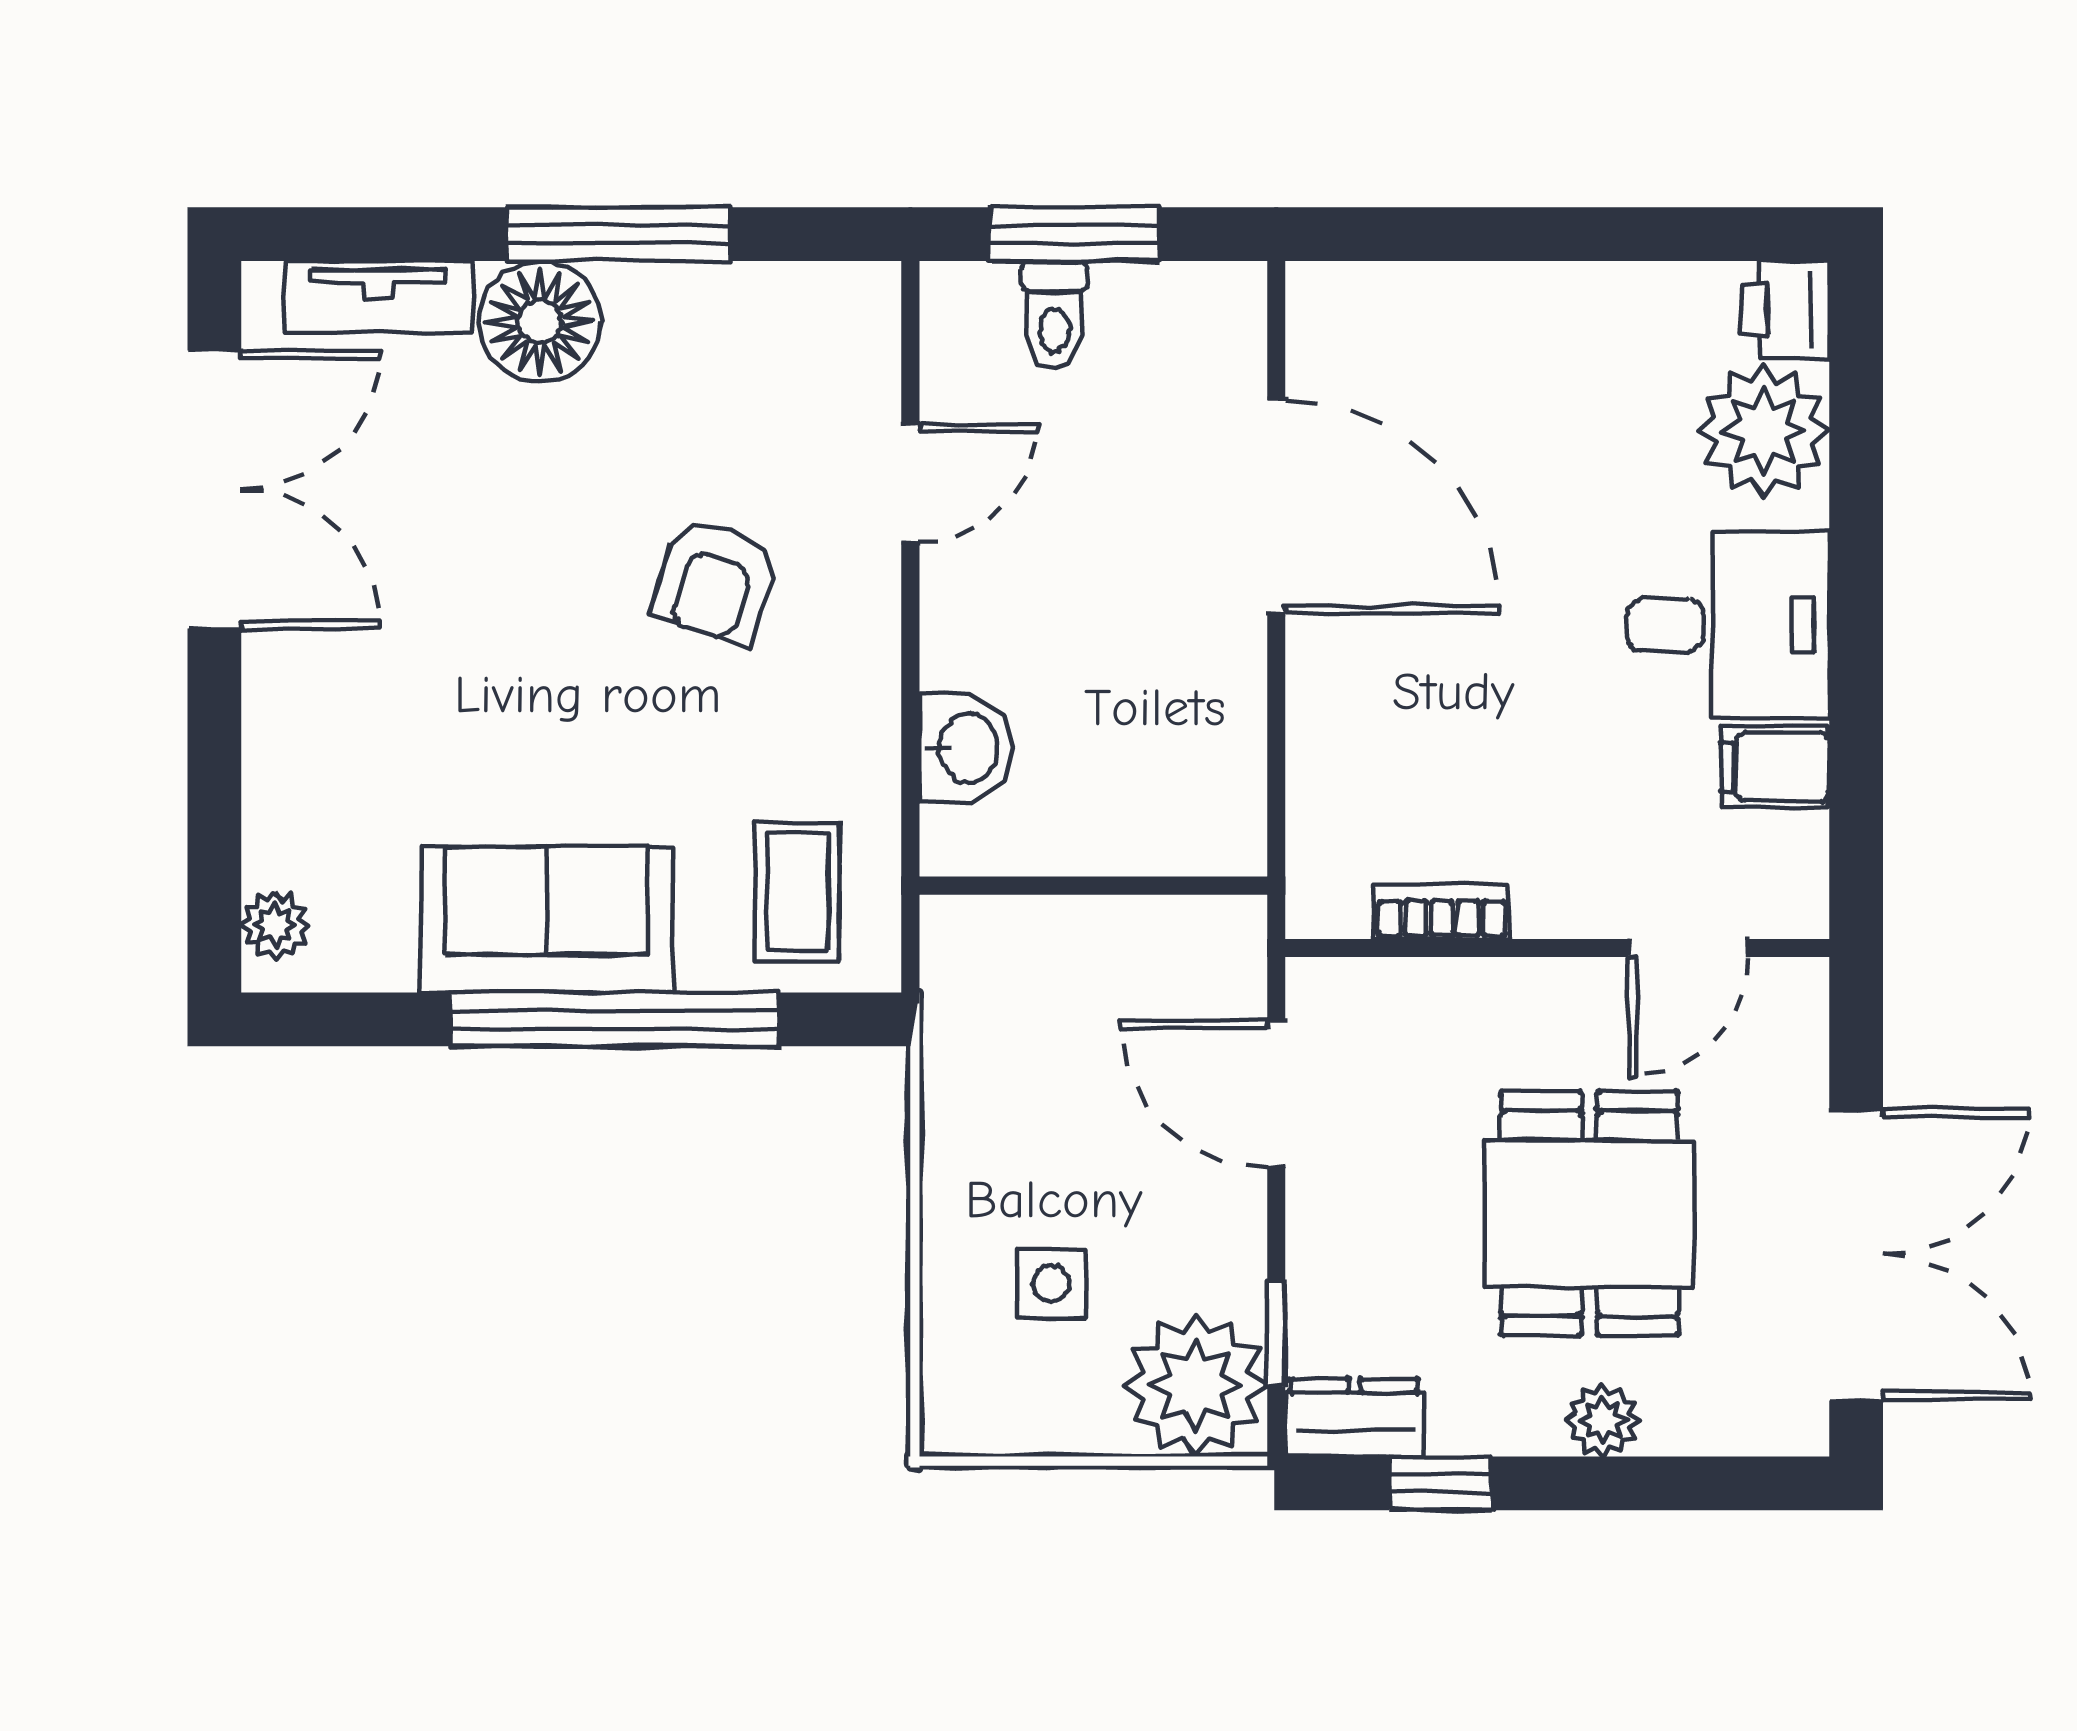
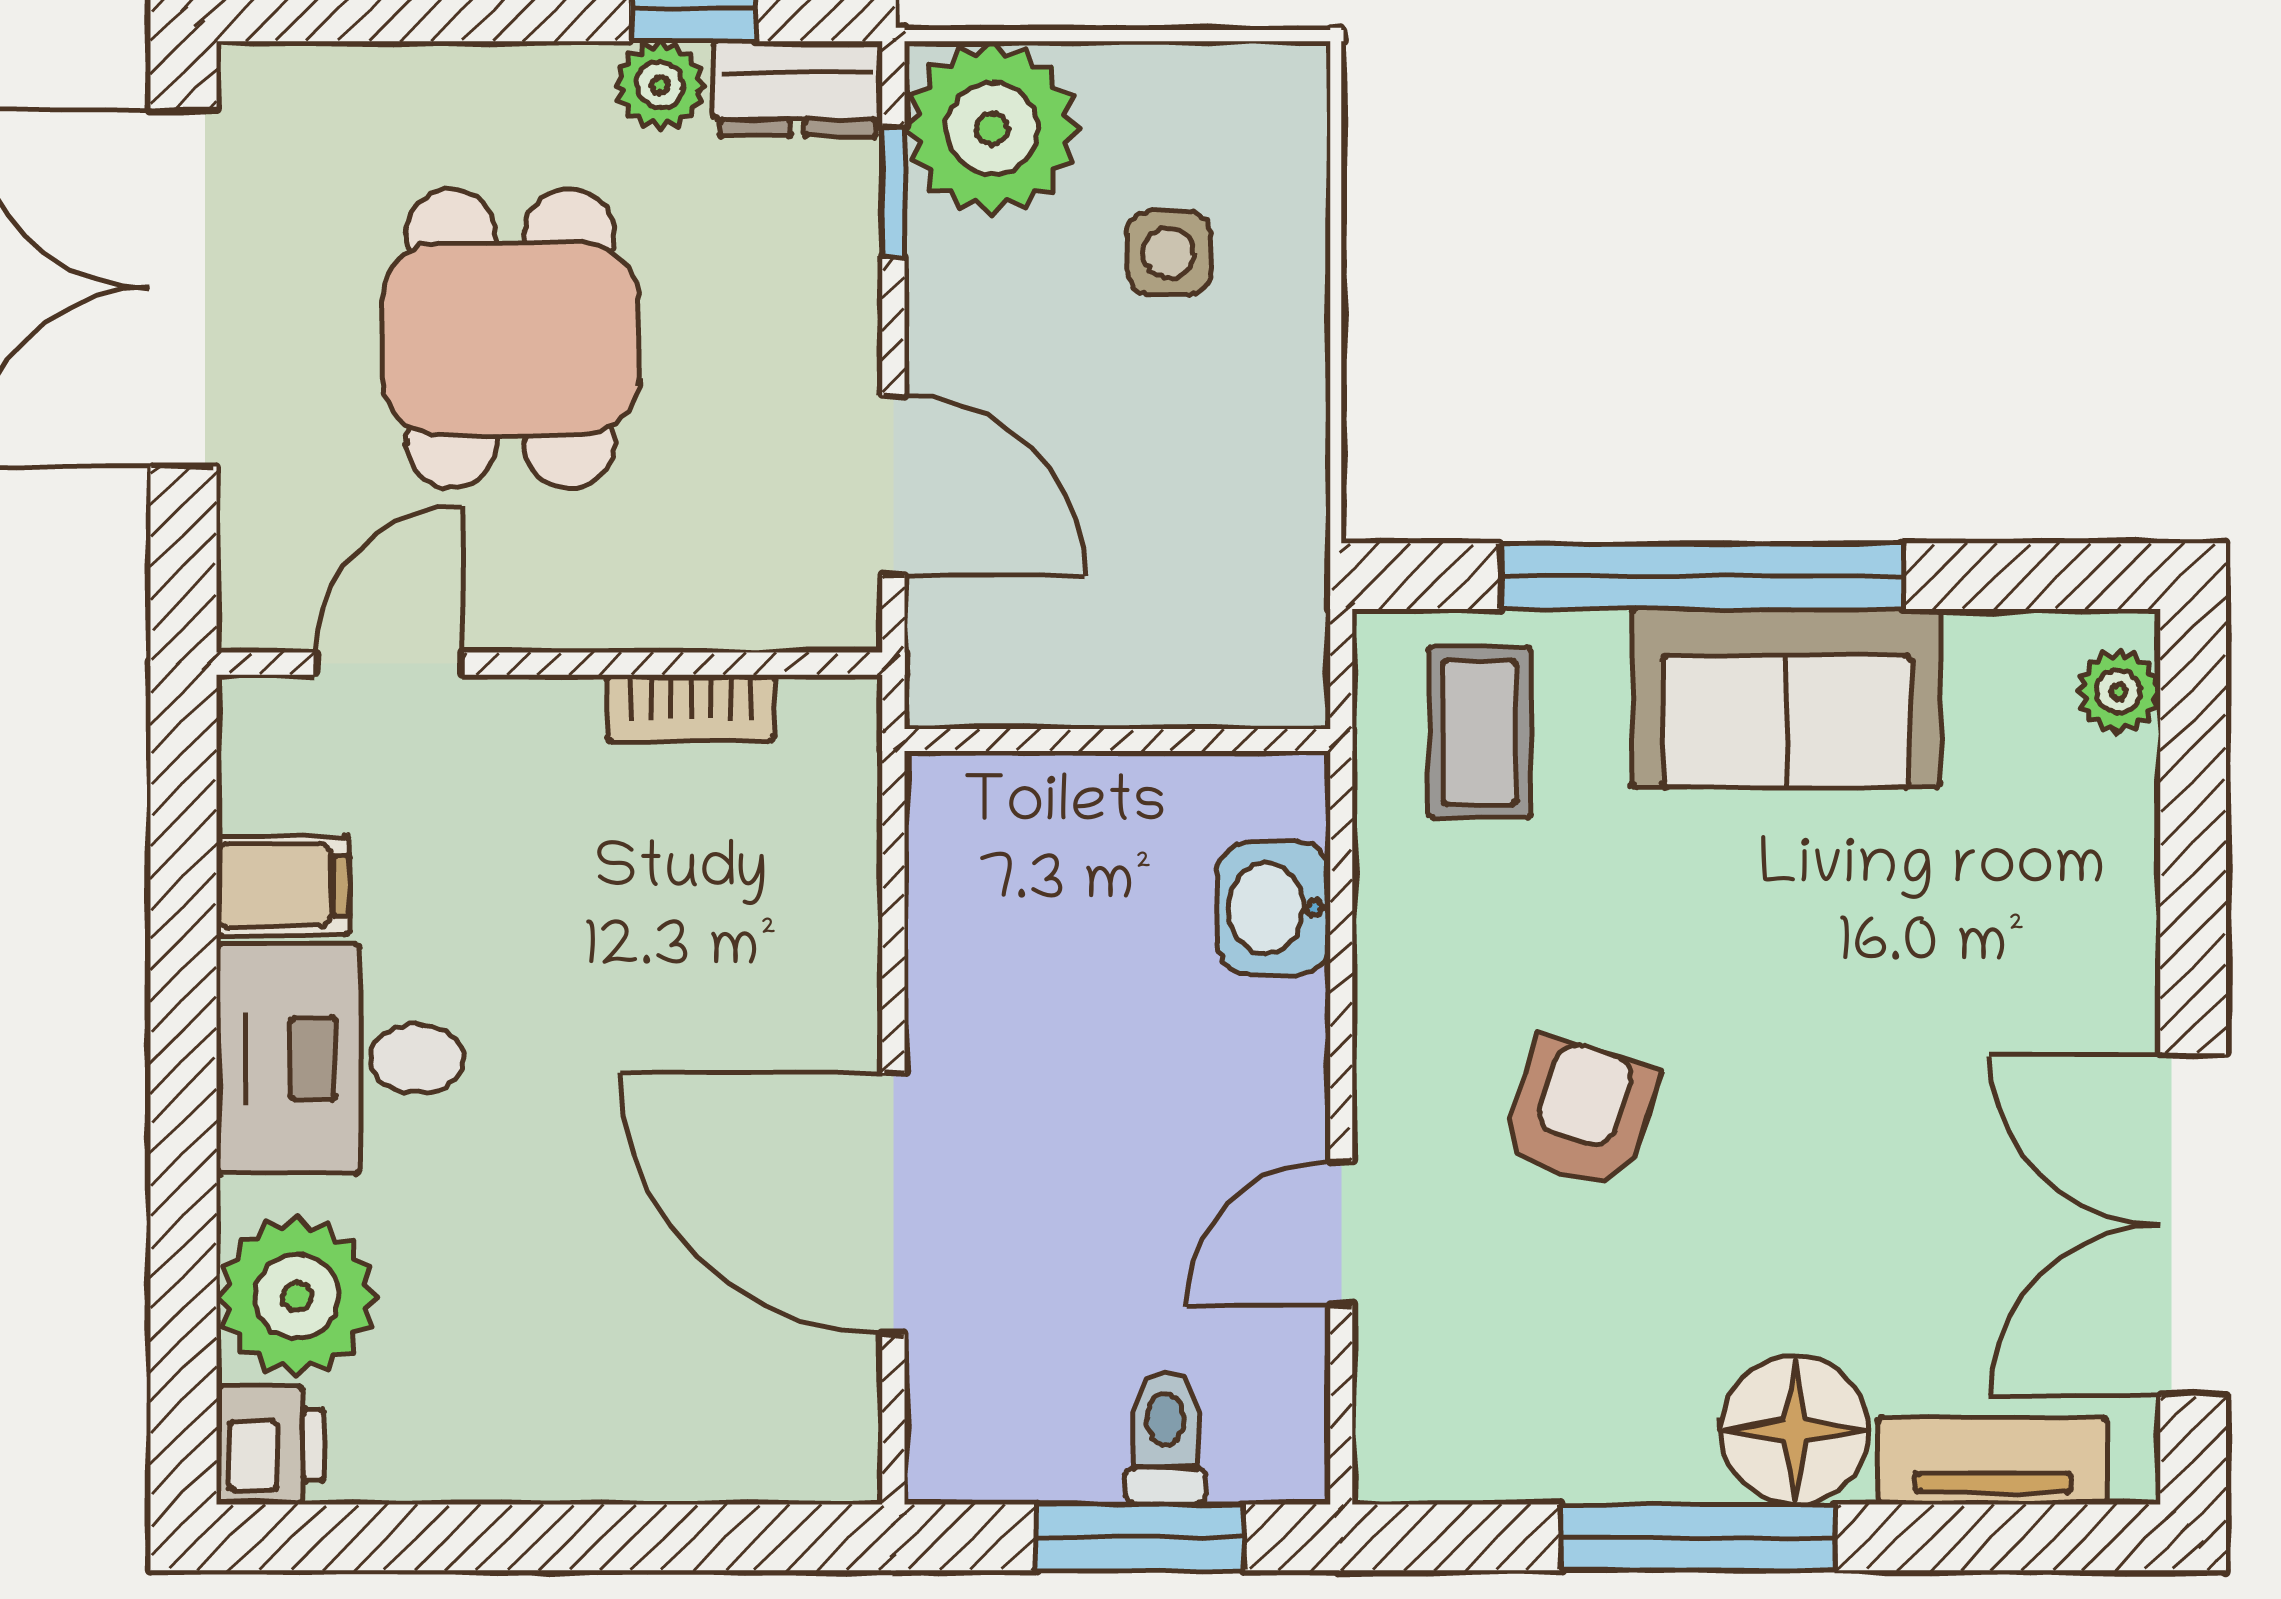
plant: (1603, 1420) -> (660, 85), moved

